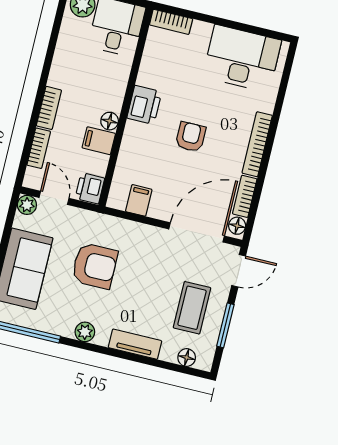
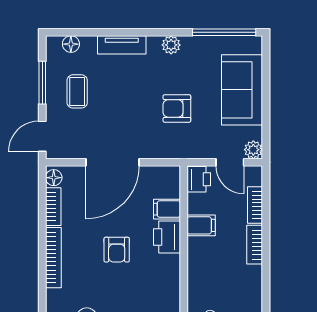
printer: (144, 105) -> (167, 237), moved
floor lamp: (110, 121) -> (195, 246), removed
filing cabinet: (139, 200) -> (167, 209), moved, turned 90
door: (197, 232) -> (113, 162), moved
armchair: (95, 266) -> (177, 108), width x0.72, depth x0.72
coffee table: (192, 308) -> (77, 91), width x0.73, depth x0.77

